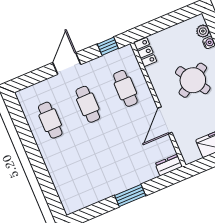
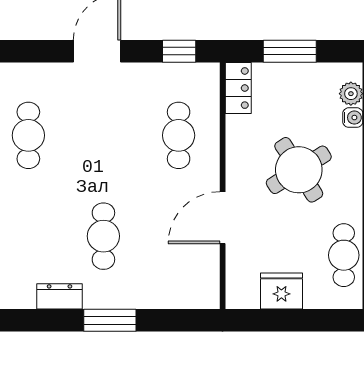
window: (163, 23) -> (290, 51), added
cafe table: (88, 104) -> (103, 236), moved
dresser: (169, 165) -> (60, 296), moved

